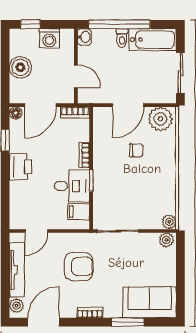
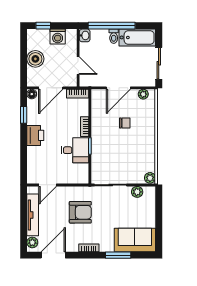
plant: (160, 119) -> (143, 94), width x0.53, depth x0.53
filing cabinet: (79, 212) -> (80, 170), removed
plant: (166, 240) -> (137, 192), moved

